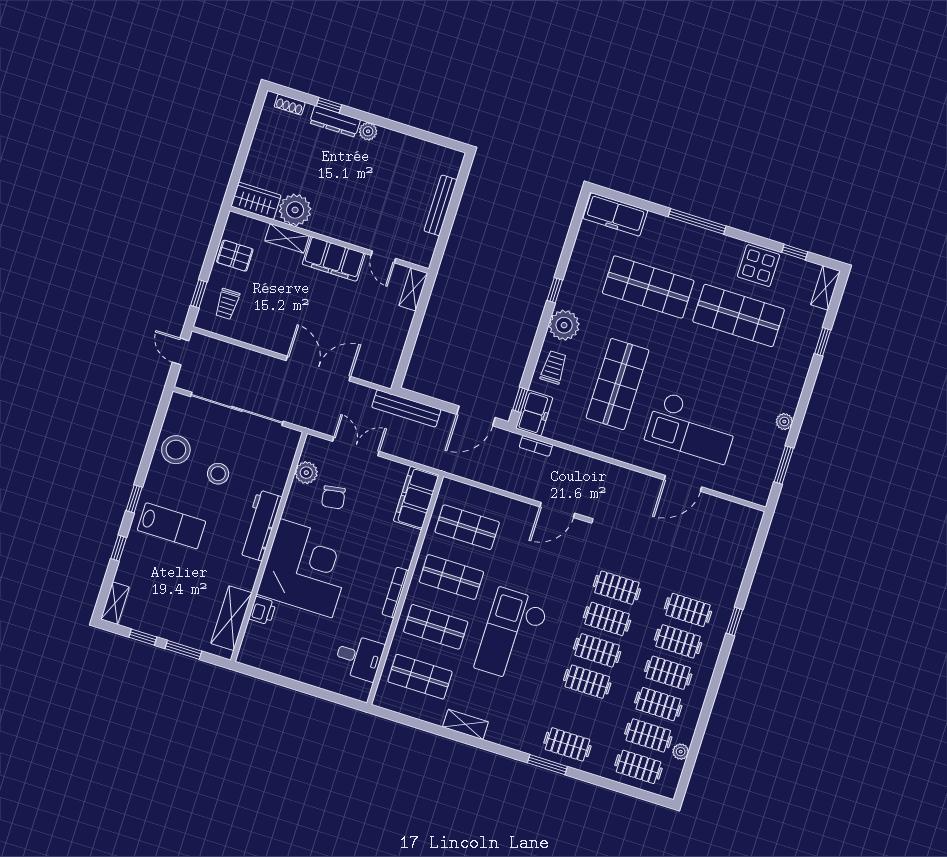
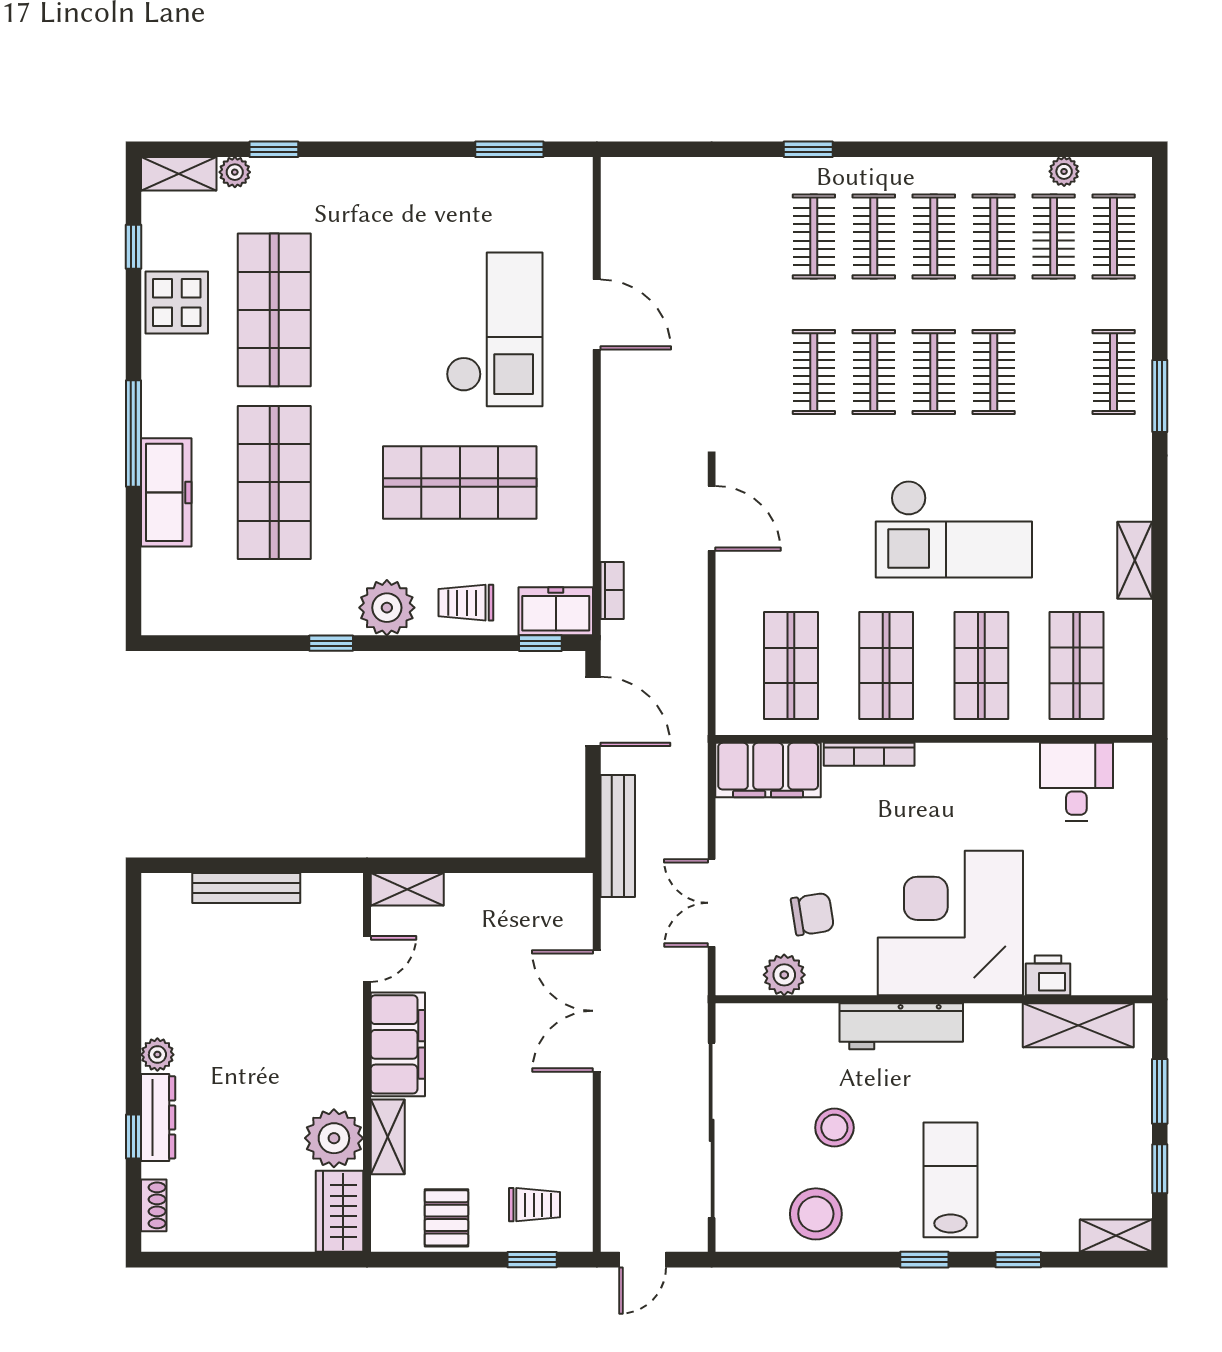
freezer: (615, 214) -> (166, 492), moved
plant: (784, 422) -> (235, 172), moved
bookcase: (395, 592) -> (869, 754), moved

